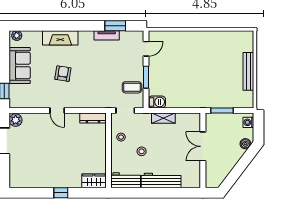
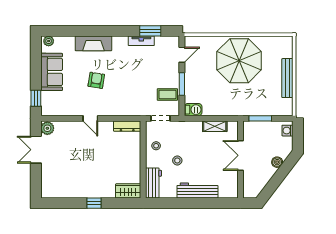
parasol: (201, 55) -> (239, 61), added
shelving: (163, 118) -> (215, 126), moved
boiler: (245, 144) -> (277, 162), moved
workbench: (126, 180) -> (153, 183), moved, turned 90

